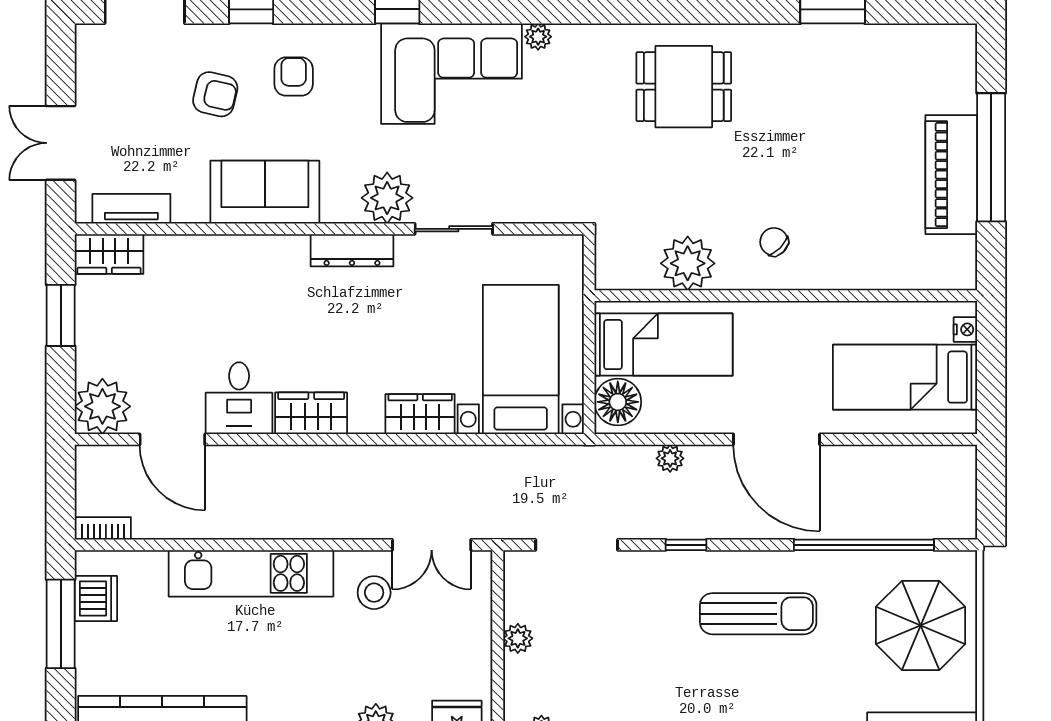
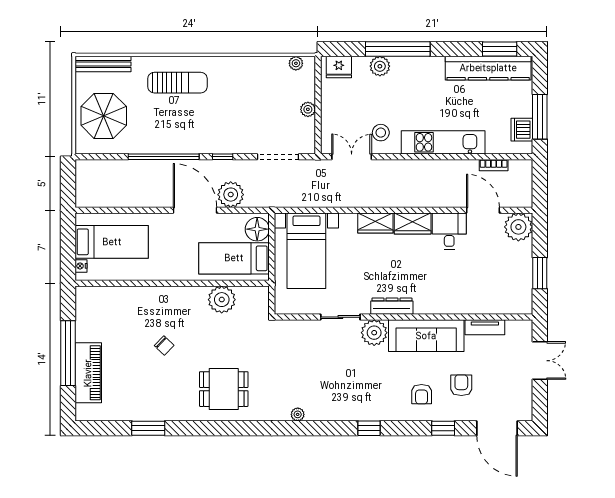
corner sofa: (452, 74) -> (341, 396), removed
armchair: (215, 94) -> (461, 385), turned 77
piano: (951, 175) -> (88, 373), moved
sofa: (265, 192) -> (426, 336), width x1.36
tv unit: (131, 209) -> (485, 327), moved
chair: (774, 242) -> (164, 346), moved
wardrobe: (109, 254) -> (515, 304), removed
wardrobe: (420, 414) -> (375, 223), moved
door: (777, 439) -> (195, 210), moved
plant: (670, 458) -> (231, 195), width x1.87, depth x1.87
bookcase: (103, 528) -> (494, 165), moved
window: (864, 545) -> (164, 157), moved
sun lounger: (758, 614) -> (177, 83), moved, turned 180

